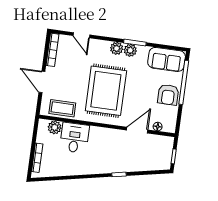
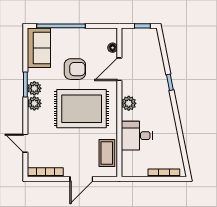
door: (81, 35) -> (25, 143), swing flipped
armchair: (168, 95) -> (75, 69), moved
plant: (55, 127) -> (129, 103), moved
door: (137, 130) -> (119, 69), hinge flipped

